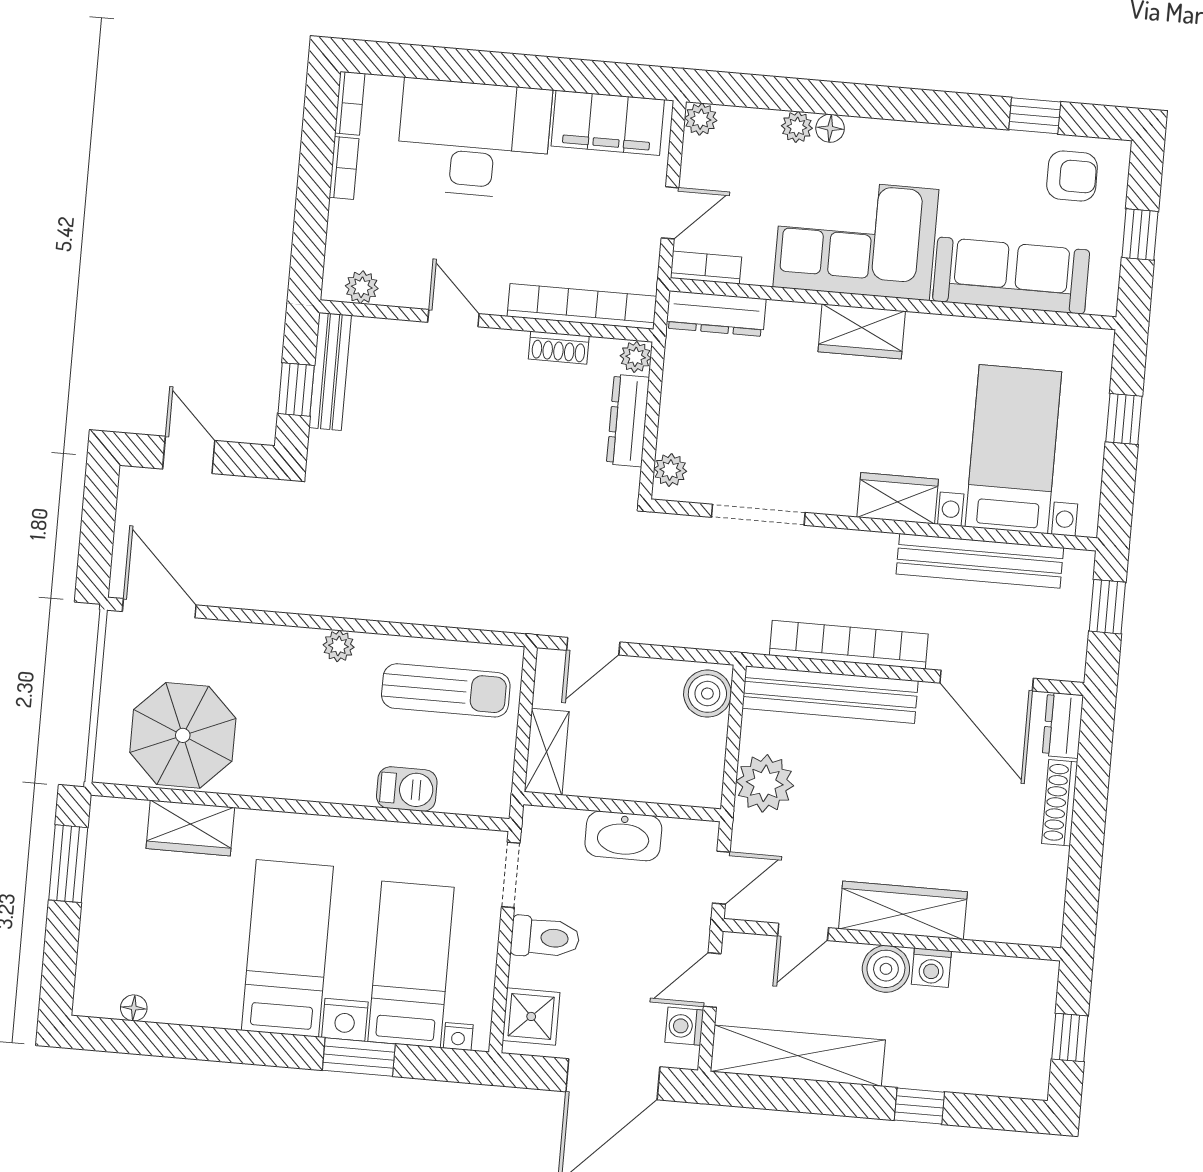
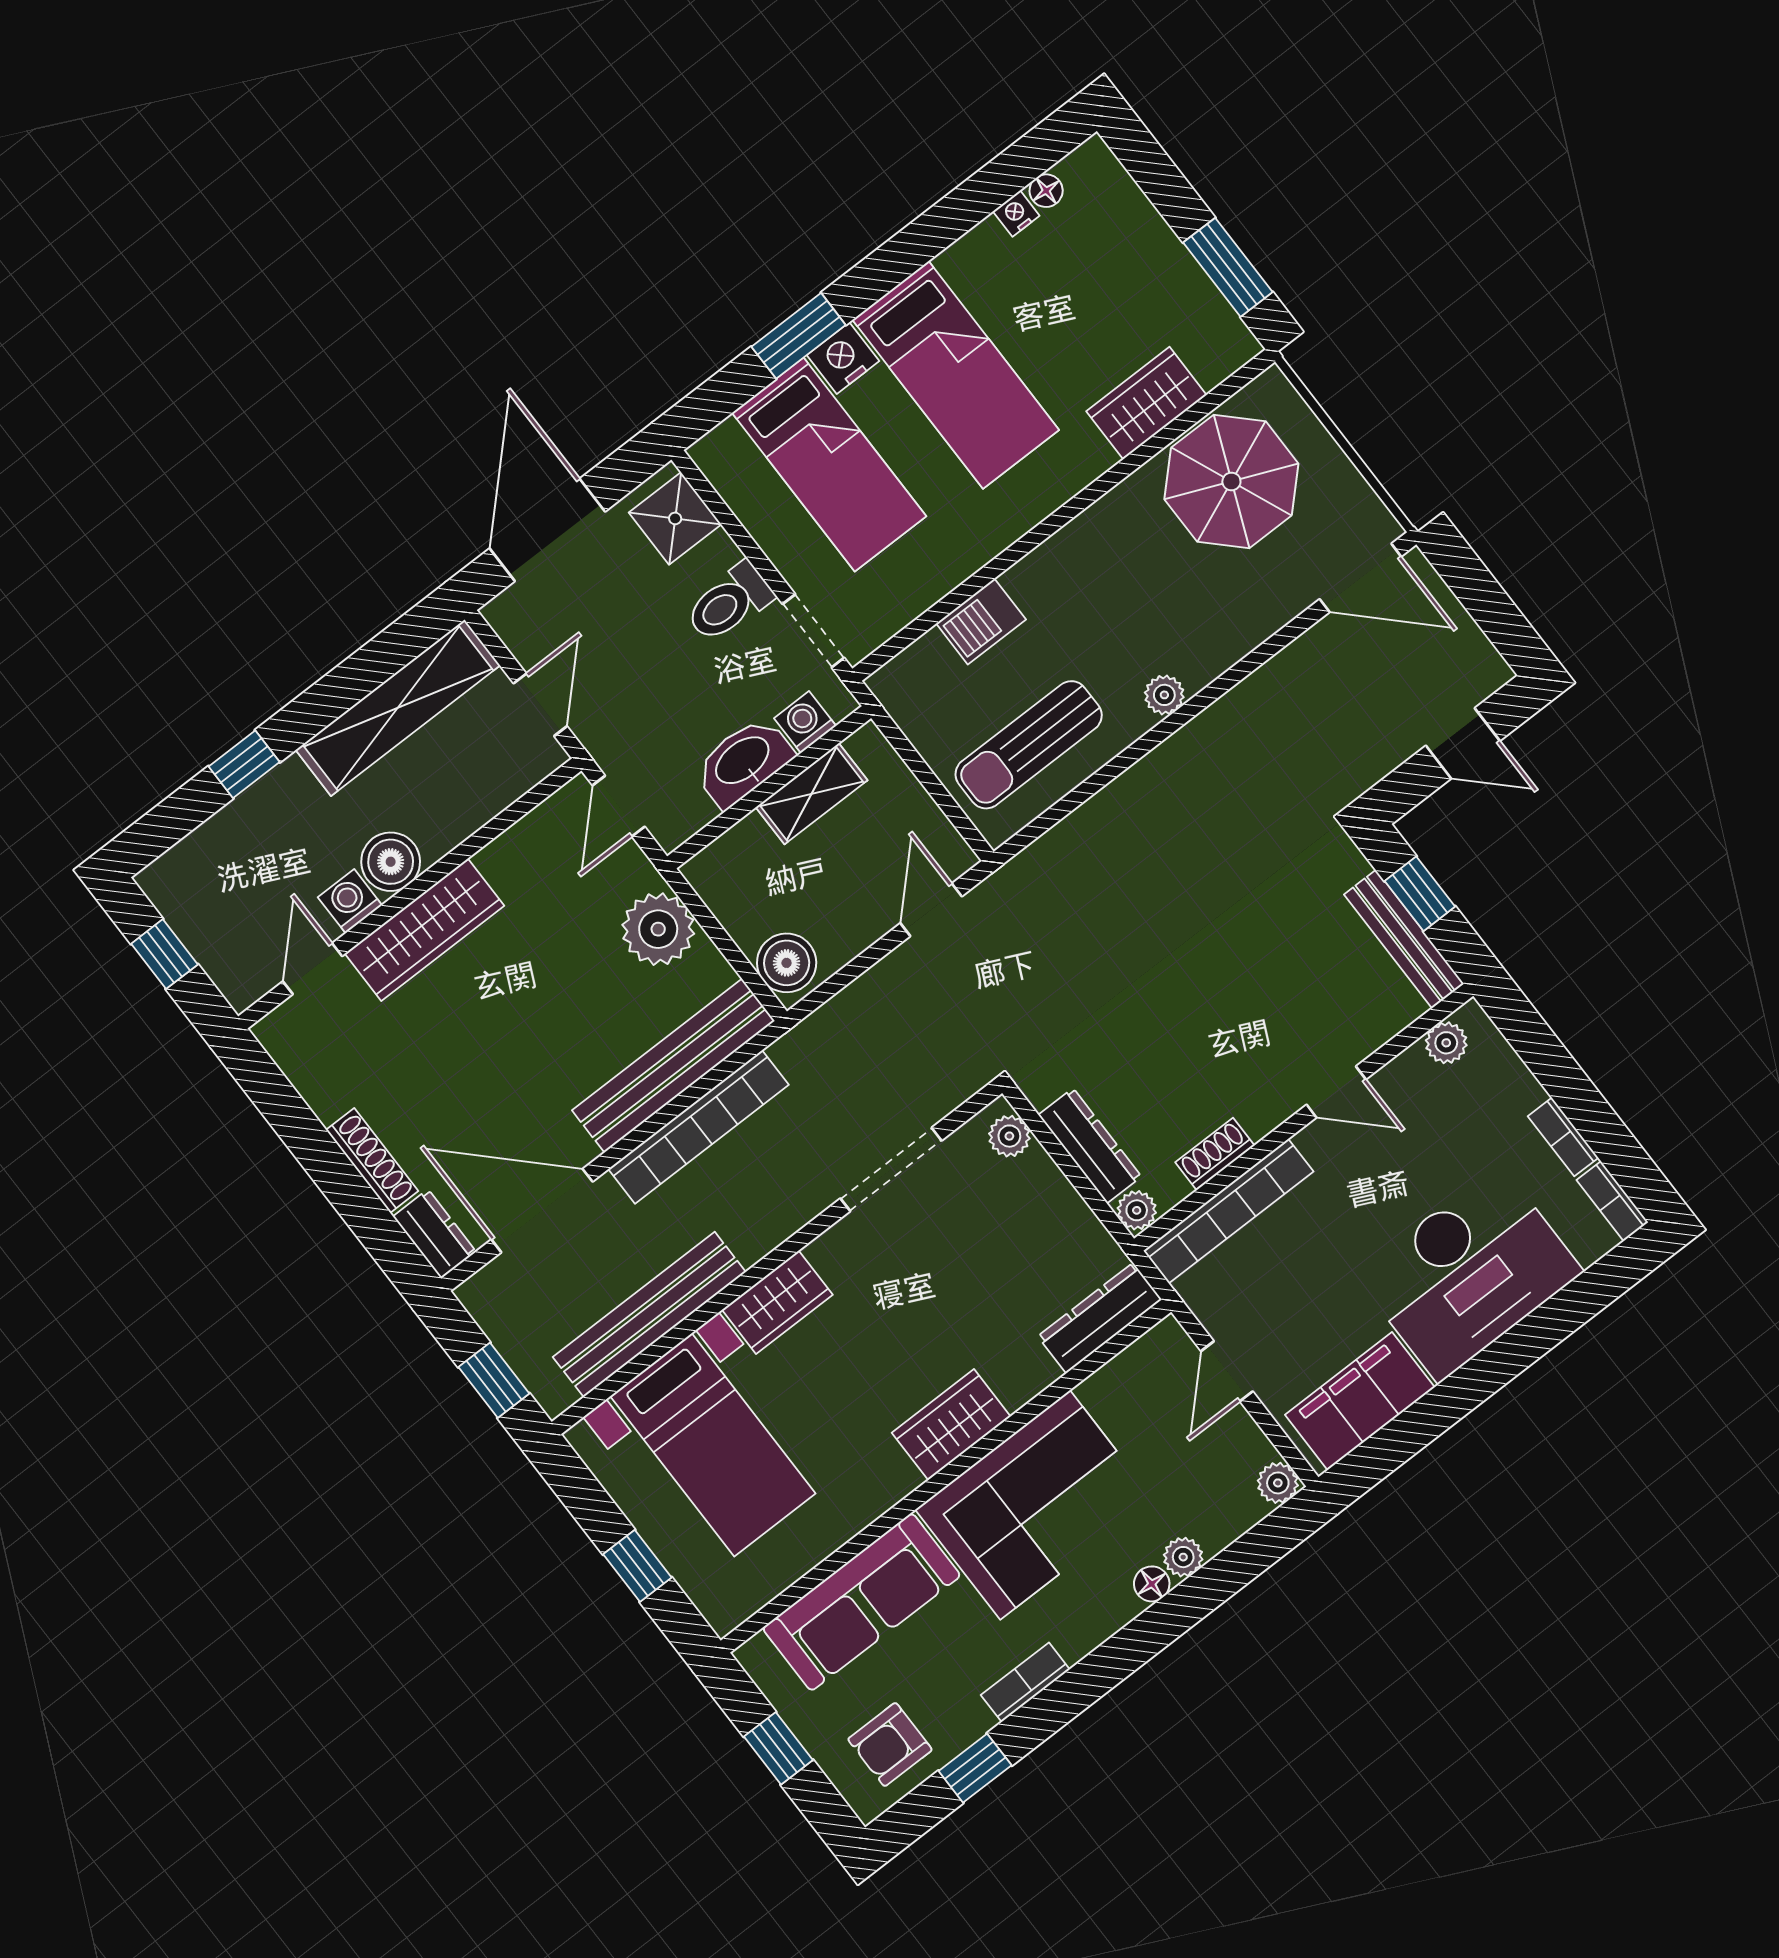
bookcase: (706, 268) -> (1025, 1682), moved, turned 180
shelving: (547, 752) -> (812, 794), moved, turned 90
door: (803, 932) -> (312, 969), moved
washing machine: (684, 1026) -> (805, 722), moved, turned -90
nightstand: (458, 1036) -> (1016, 213), moved

